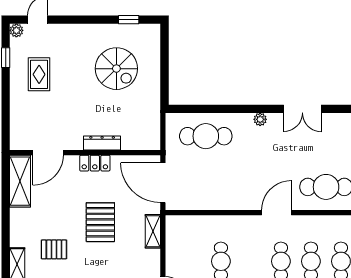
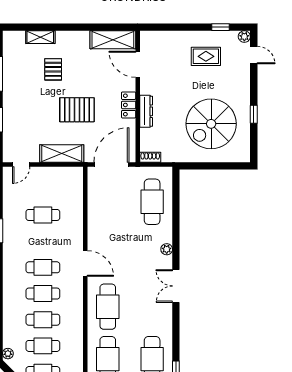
window: (129, 20) -> (254, 114), moved
spiral stairs: (116, 69) -> (211, 124), width x1.37, depth x1.37
shoe rack: (155, 138) -> (150, 157), added
shelving: (153, 231) -> (62, 153), width x1.50, depth x1.33

